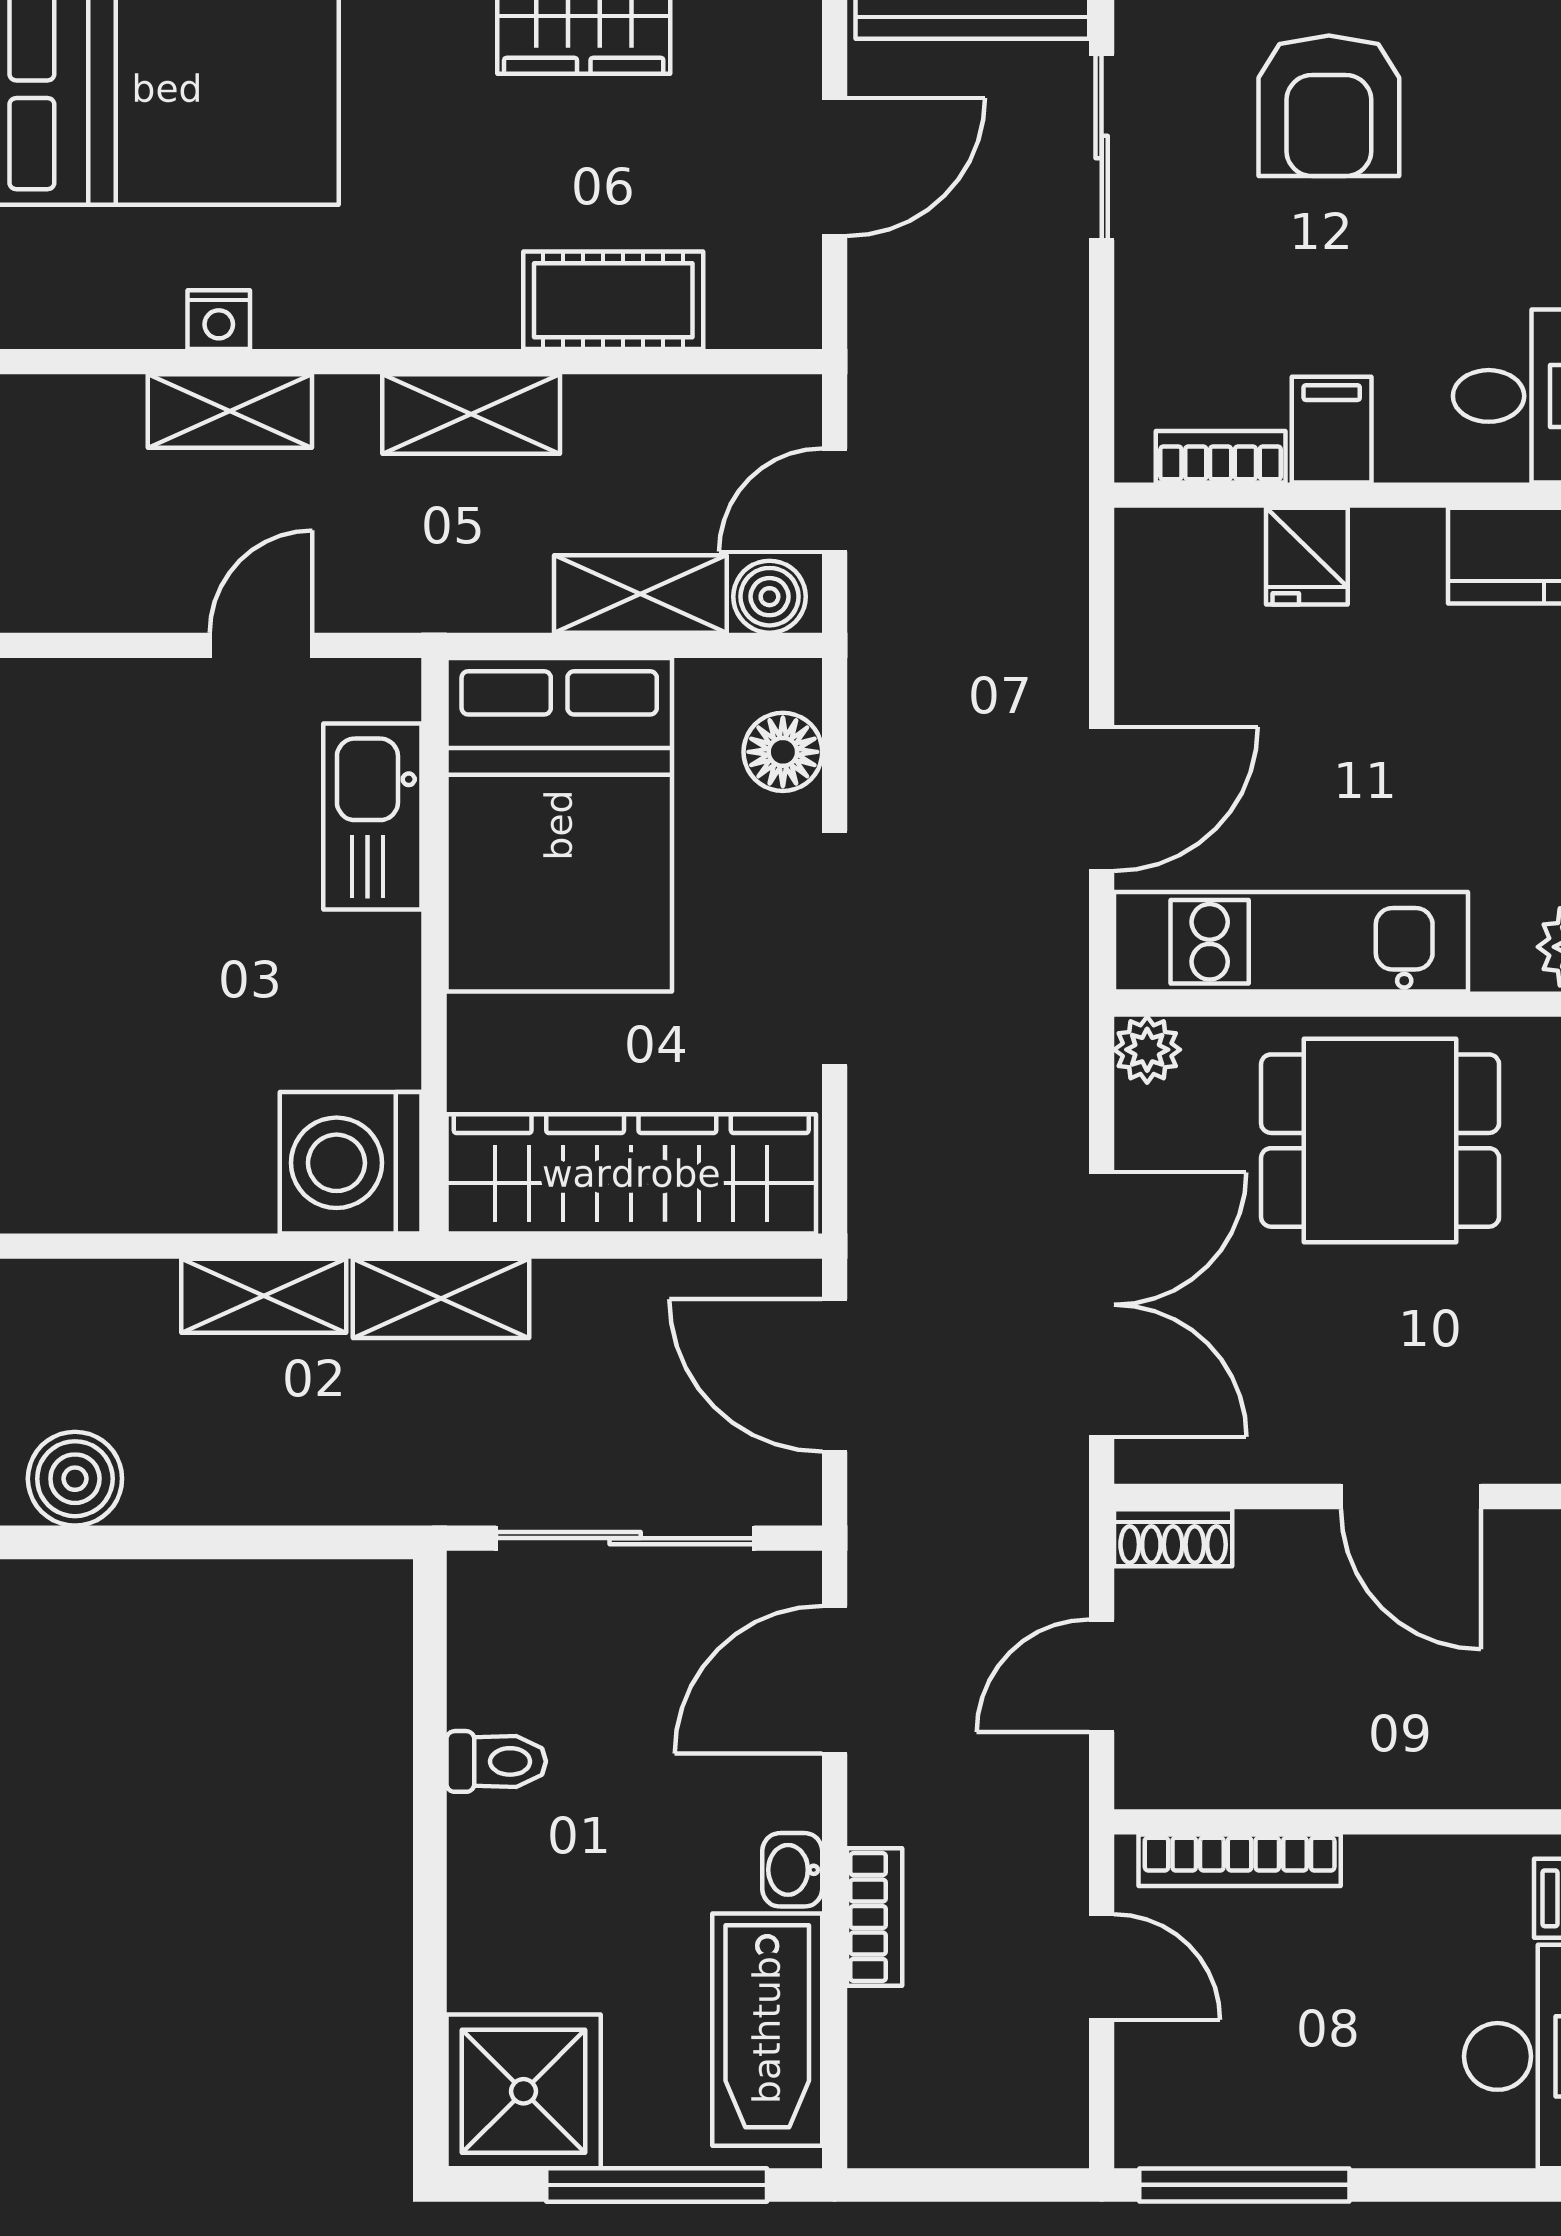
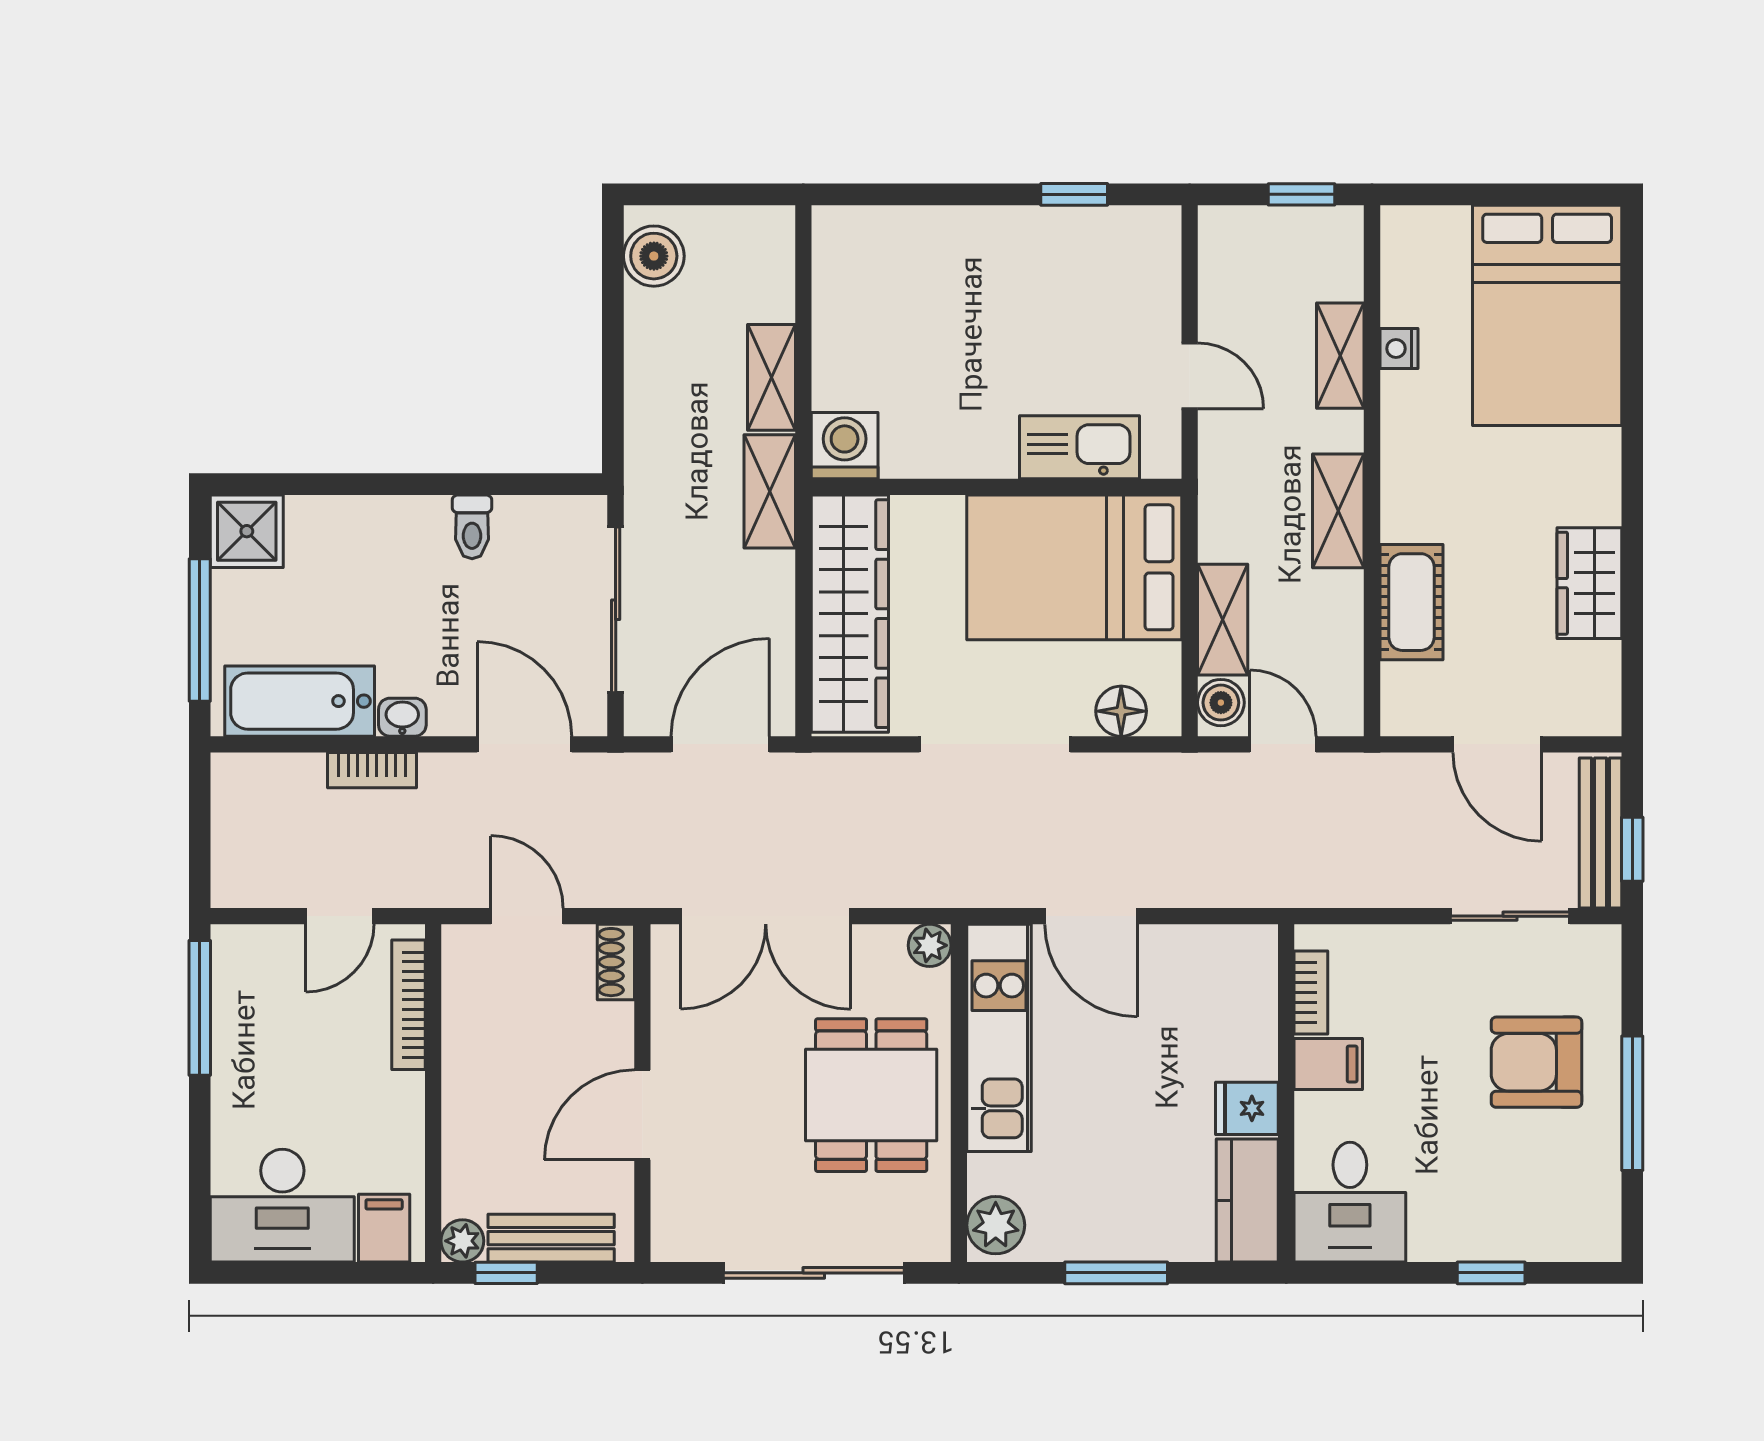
fridge: (1307, 556) -> (1247, 1108), moved
washing machine: (351, 1163) -> (845, 446), width x0.73, depth x0.73
shower: (524, 2091) -> (247, 531), width x0.73, depth x0.73

